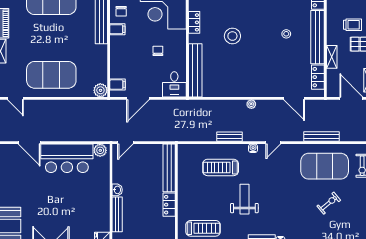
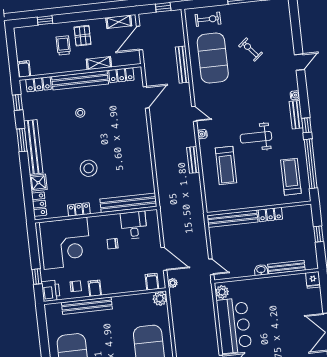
desk: (174, 84) -> (134, 225), moved, turned -90
plant: (251, 104) -> (173, 283), moved

